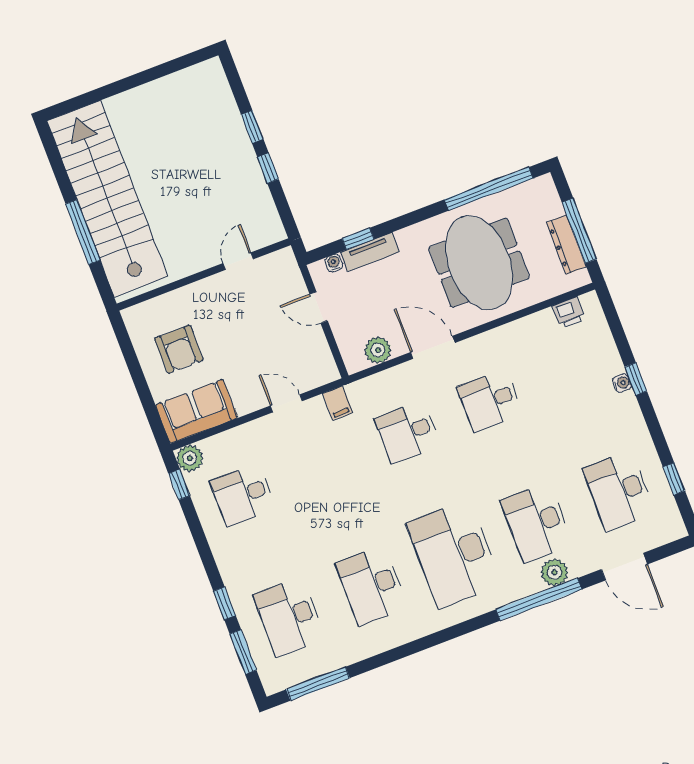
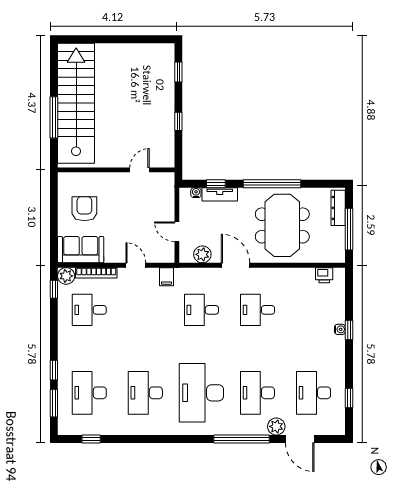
window: (252, 127) -> (178, 72), moved
window: (489, 189) -> (272, 184), moved
dresser: (566, 245) -> (338, 208), moved
door: (319, 307) -> (177, 232), moved
armchair: (179, 349) -> (84, 209), turned 180
bookcase: (232, 437) -> (96, 273), added
plant: (554, 572) -> (276, 426), moved
window: (318, 684) -> (91, 439), width x0.46

